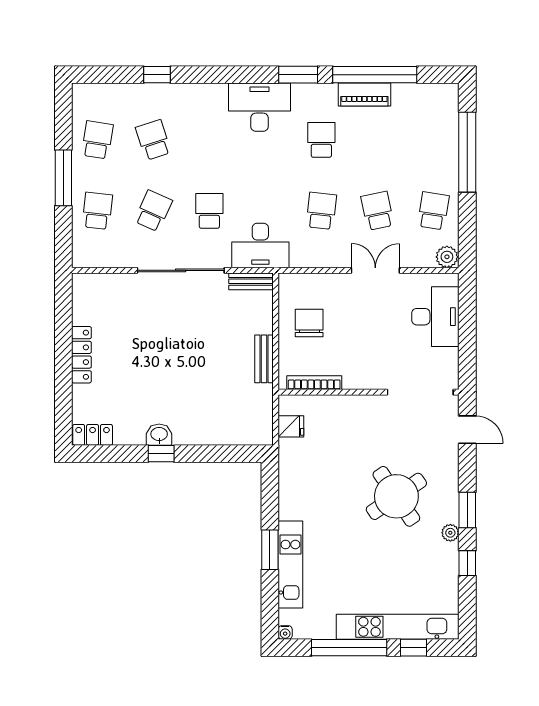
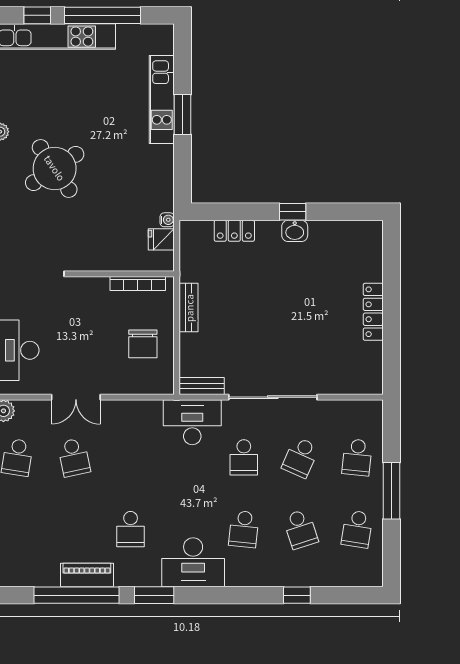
school desk: (321, 211) -> (244, 529), moved
locker: (93, 435) -> (234, 231), moved
water cooler: (285, 632) -> (167, 220), moved, turned 90

